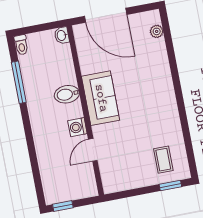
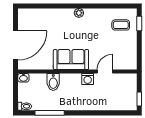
plant: (157, 31) -> (79, 13), moved
bidet: (67, 94) -> (53, 82), moved
door: (93, 150) -> (105, 71), swing flipped

